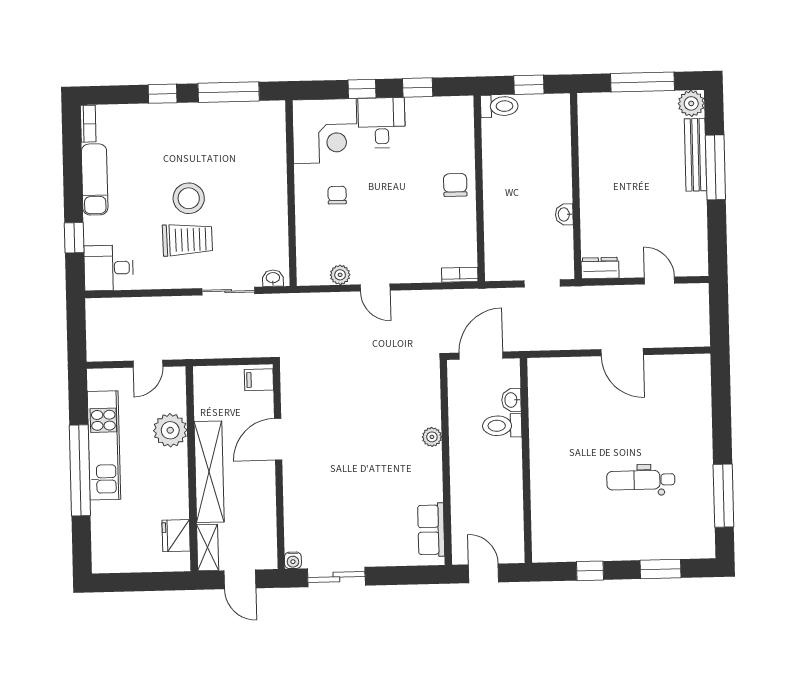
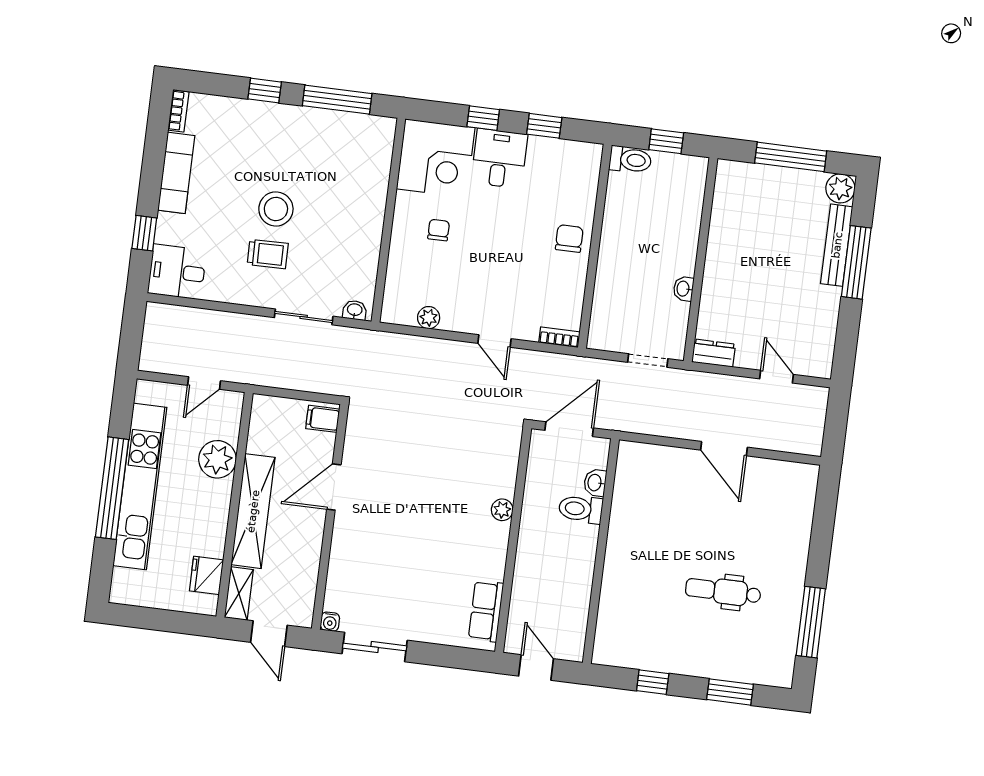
trolley: (187, 240) -> (268, 254), width x0.73, depth x0.72
door: (375, 288) -> (494, 341), moved
kitchen unit: (104, 445) -> (140, 486), width x1.36

